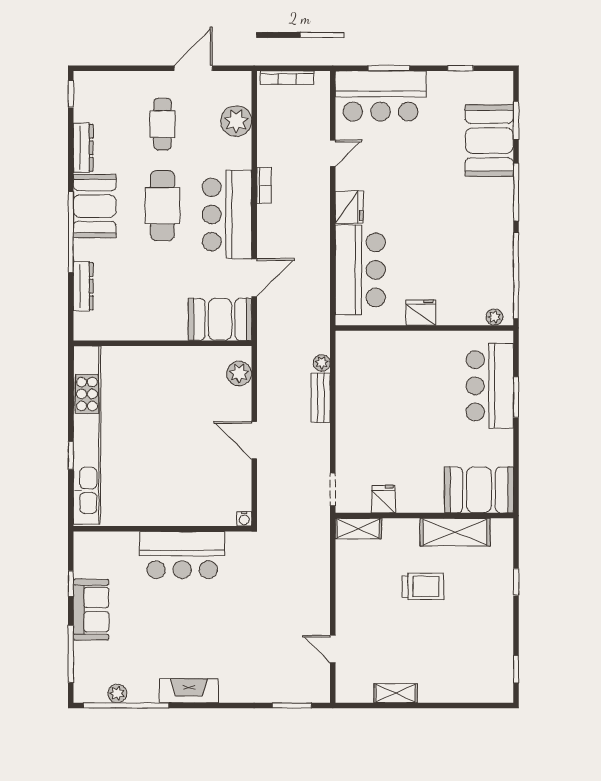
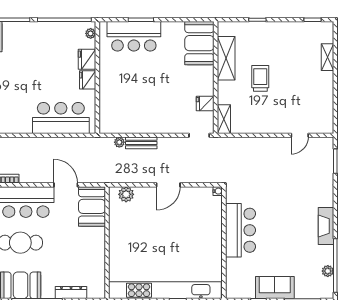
fridge: (349, 207) -> (87, 59), moved, turned -90
shelving: (396, 693) -> (328, 57), moved

